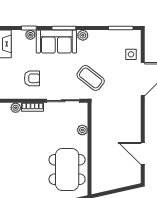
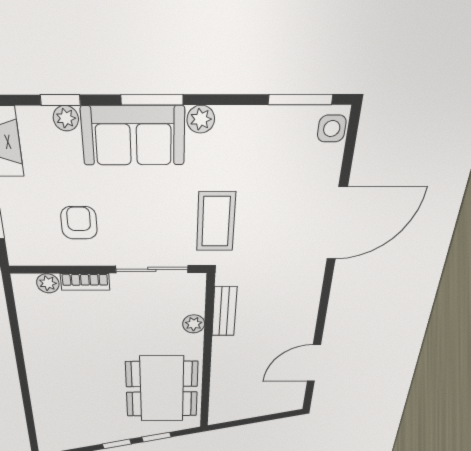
side table: (131, 54) -> (332, 129), moved
armchair: (32, 78) -> (79, 223), turned -90
coffee table: (91, 78) -> (216, 222), turned 52
bench: (97, 123) -> (224, 311), added
door: (143, 154) -> (314, 363), hinge flipped

